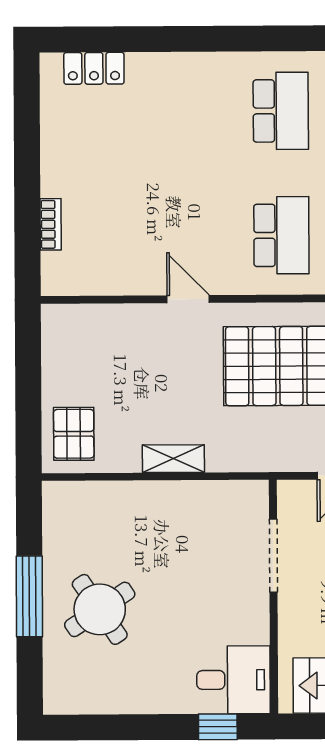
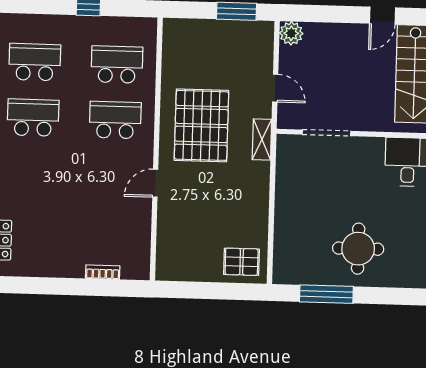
shelving: (173, 459) -> (262, 140), moved
window: (29, 596) -> (326, 294), moved
round table: (100, 609) -> (358, 249), turned 34

